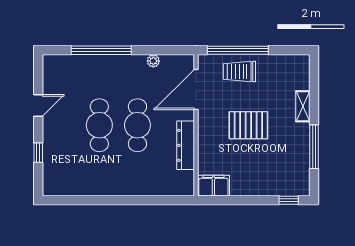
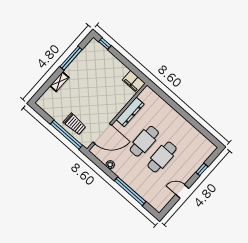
pallet: (248, 125) -> (93, 95), removed

